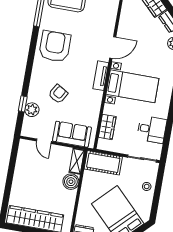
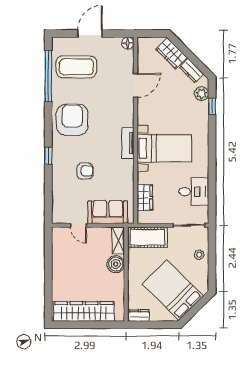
door: (113, 47) -> (136, 85), moved
armchair: (58, 94) -> (85, 171), turned 60
window: (23, 104) -> (48, 156), moved
plant: (32, 110) -> (59, 193), removed

